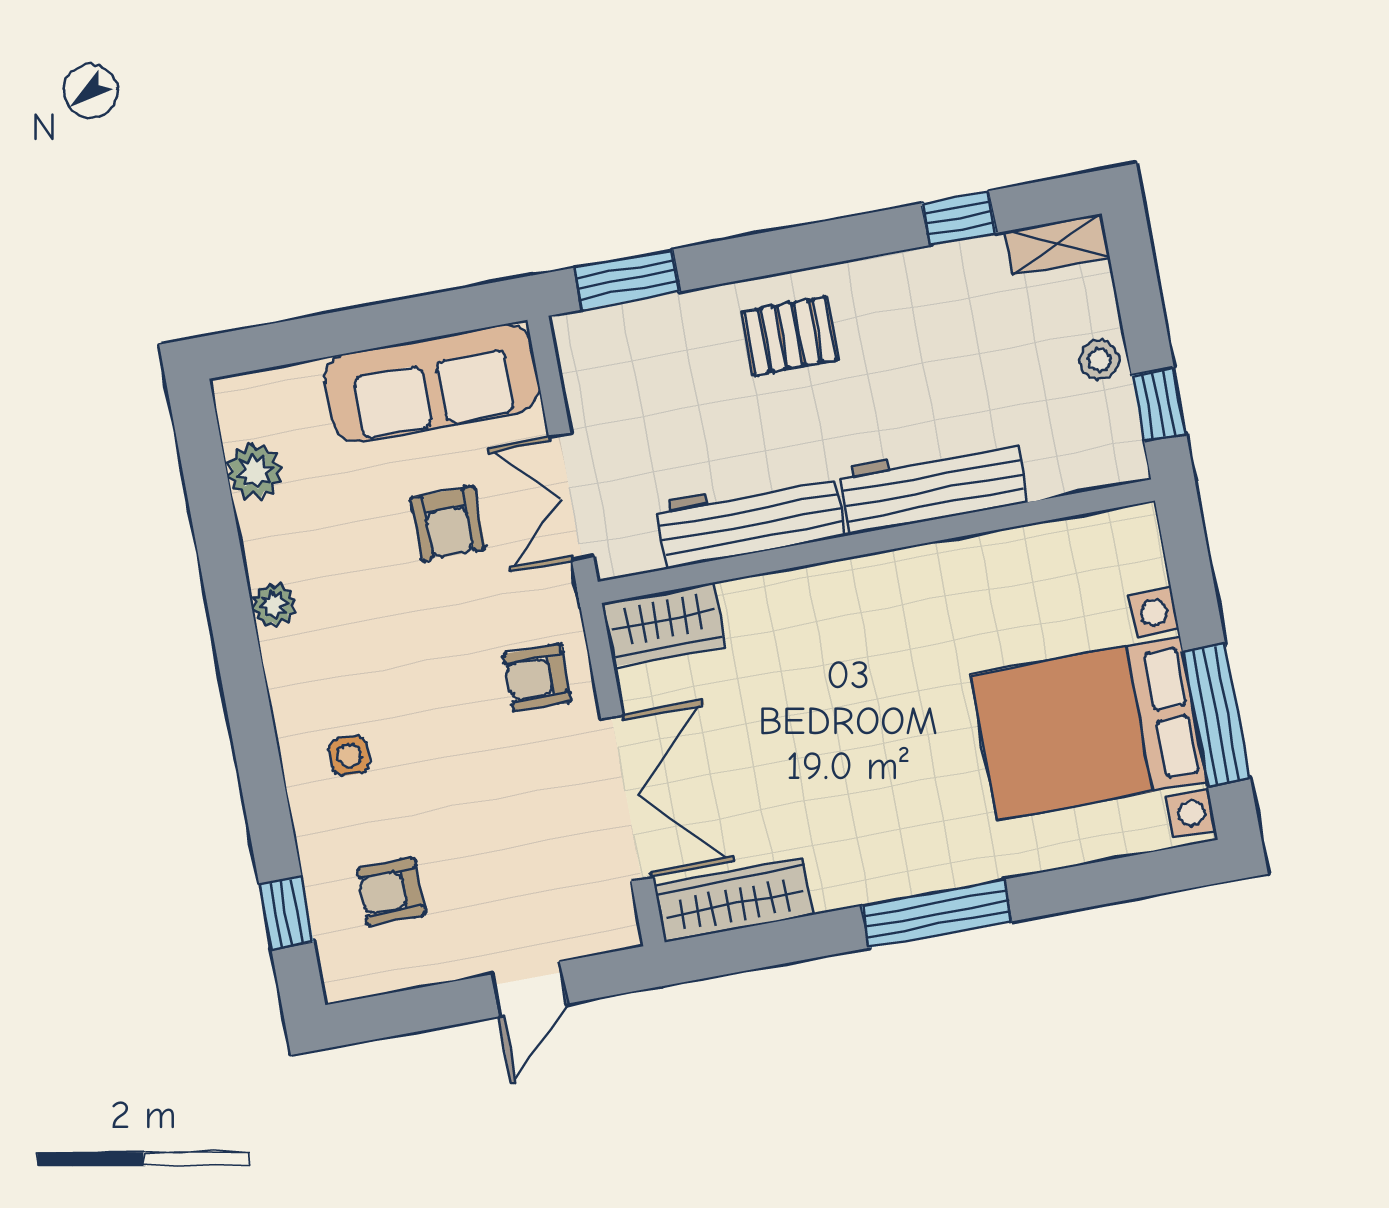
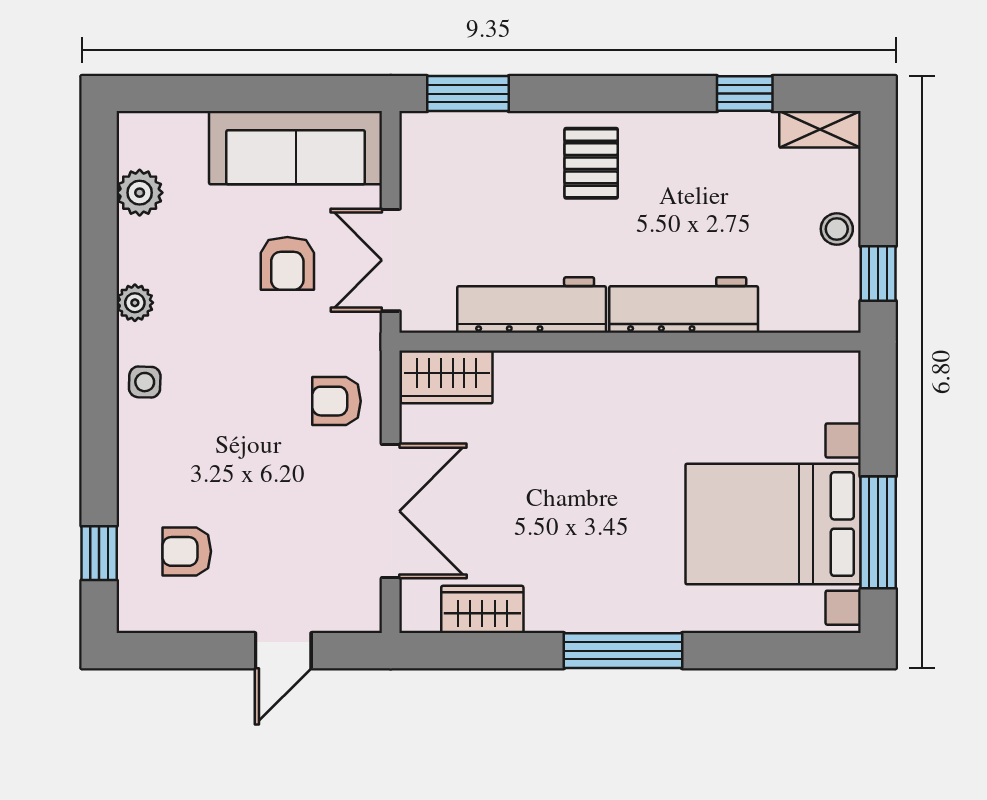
pallet: (790, 336) -> (591, 163), turned 90
side table: (349, 756) -> (145, 382), moved
wardrobe: (734, 900) -> (482, 609), width x0.67

